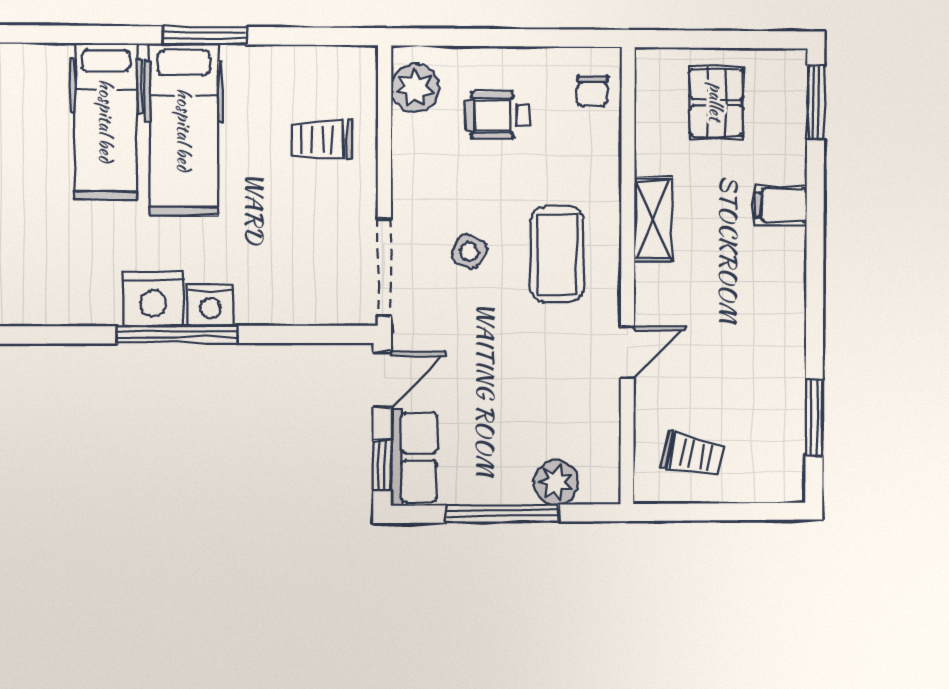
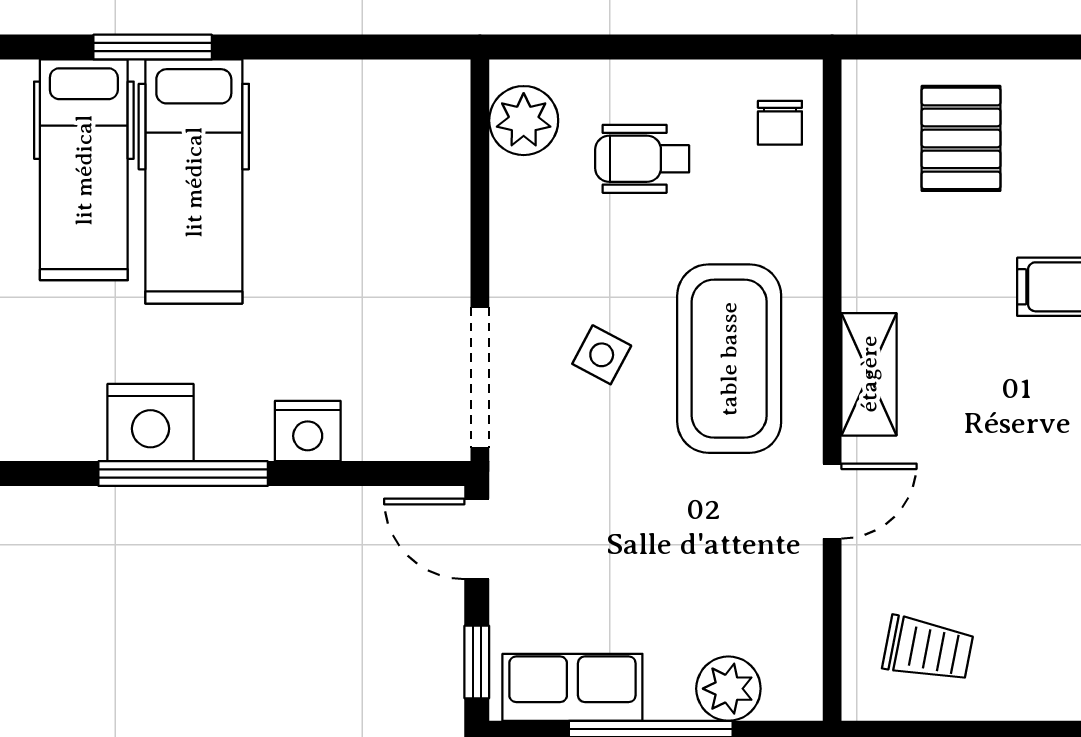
window: (205, 35) -> (153, 47), moved
trolley: (322, 139) -> (390, 194), removed
shelving: (653, 220) -> (869, 374), moved
coffee table: (557, 254) -> (729, 359), width x1.36, depth x1.32
nightstand: (210, 305) -> (308, 431), moved
door: (382, 380) -> (477, 539), swing flipped
row of seats: (414, 457) -> (572, 687), moved, turned -90

